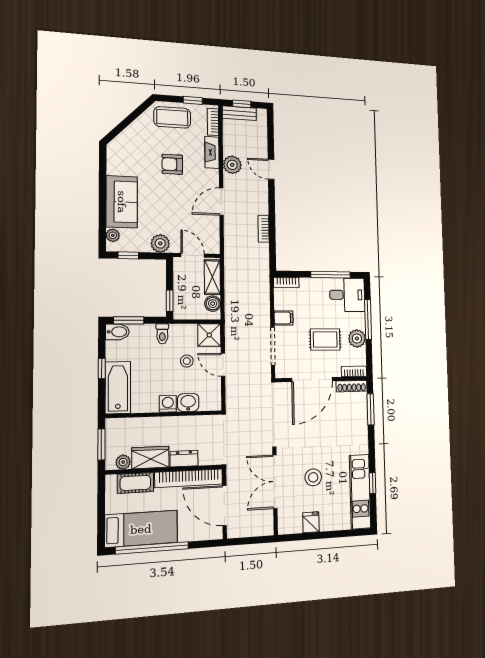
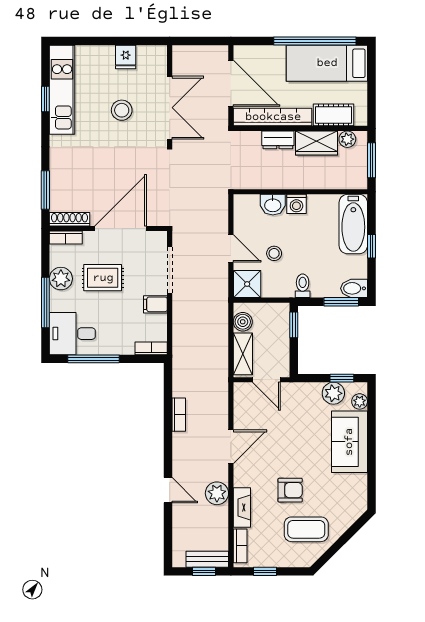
coffee table: (172, 117) -> (306, 529), moved
plant: (160, 243) -> (333, 393), moved

